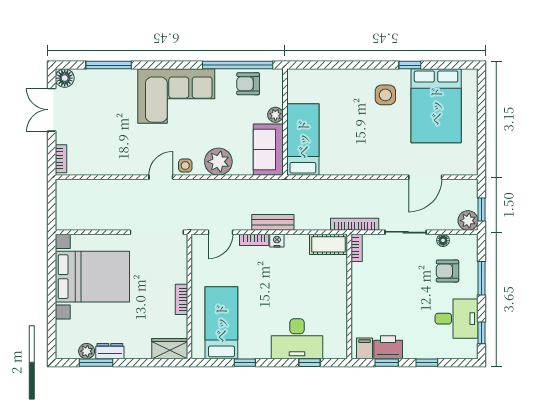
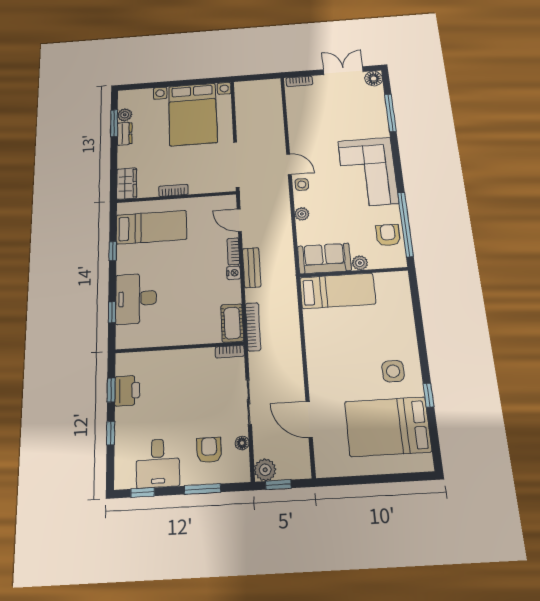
plant: (218, 162) -> (302, 214), width x0.53, depth x0.53
bookcase: (355, 224) -> (253, 327), moved
filing cabinet: (365, 348) -> (126, 366), removed

